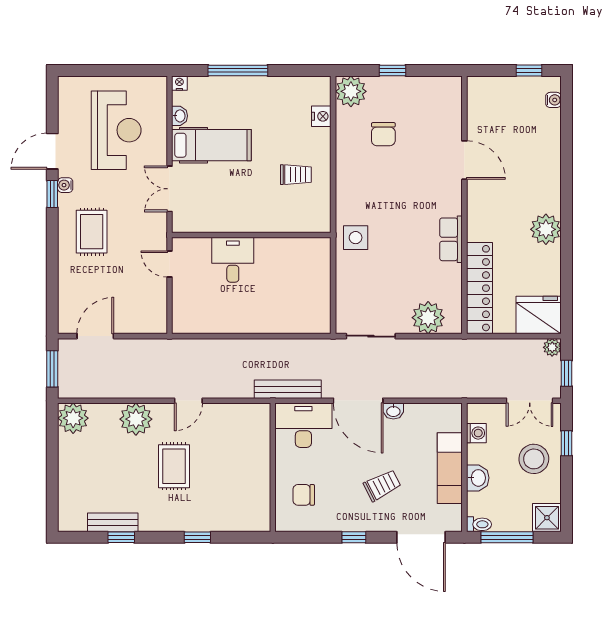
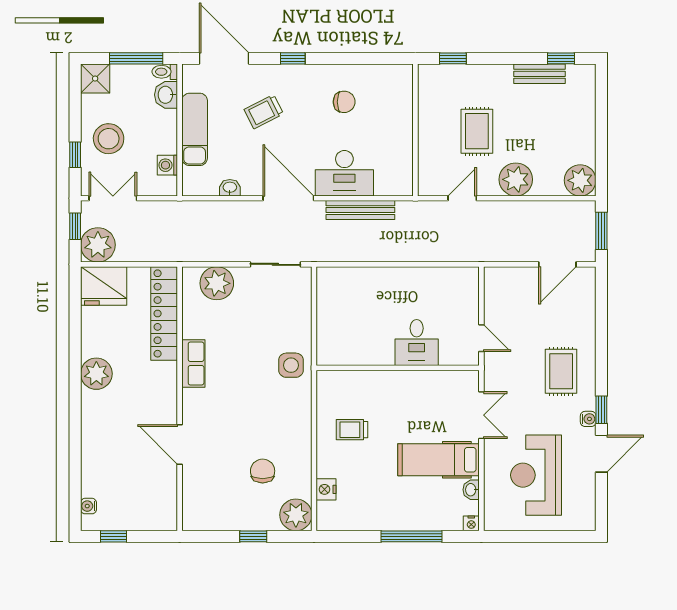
plant: (552, 347) -> (98, 245), width x1.88, depth x1.88
washbasin: (393, 411) -> (230, 188), moved
wall: (273, 467) -> (415, 130), moved
washbasin: (478, 478) -> (166, 95), moved
window: (121, 537) -> (561, 58), moved

